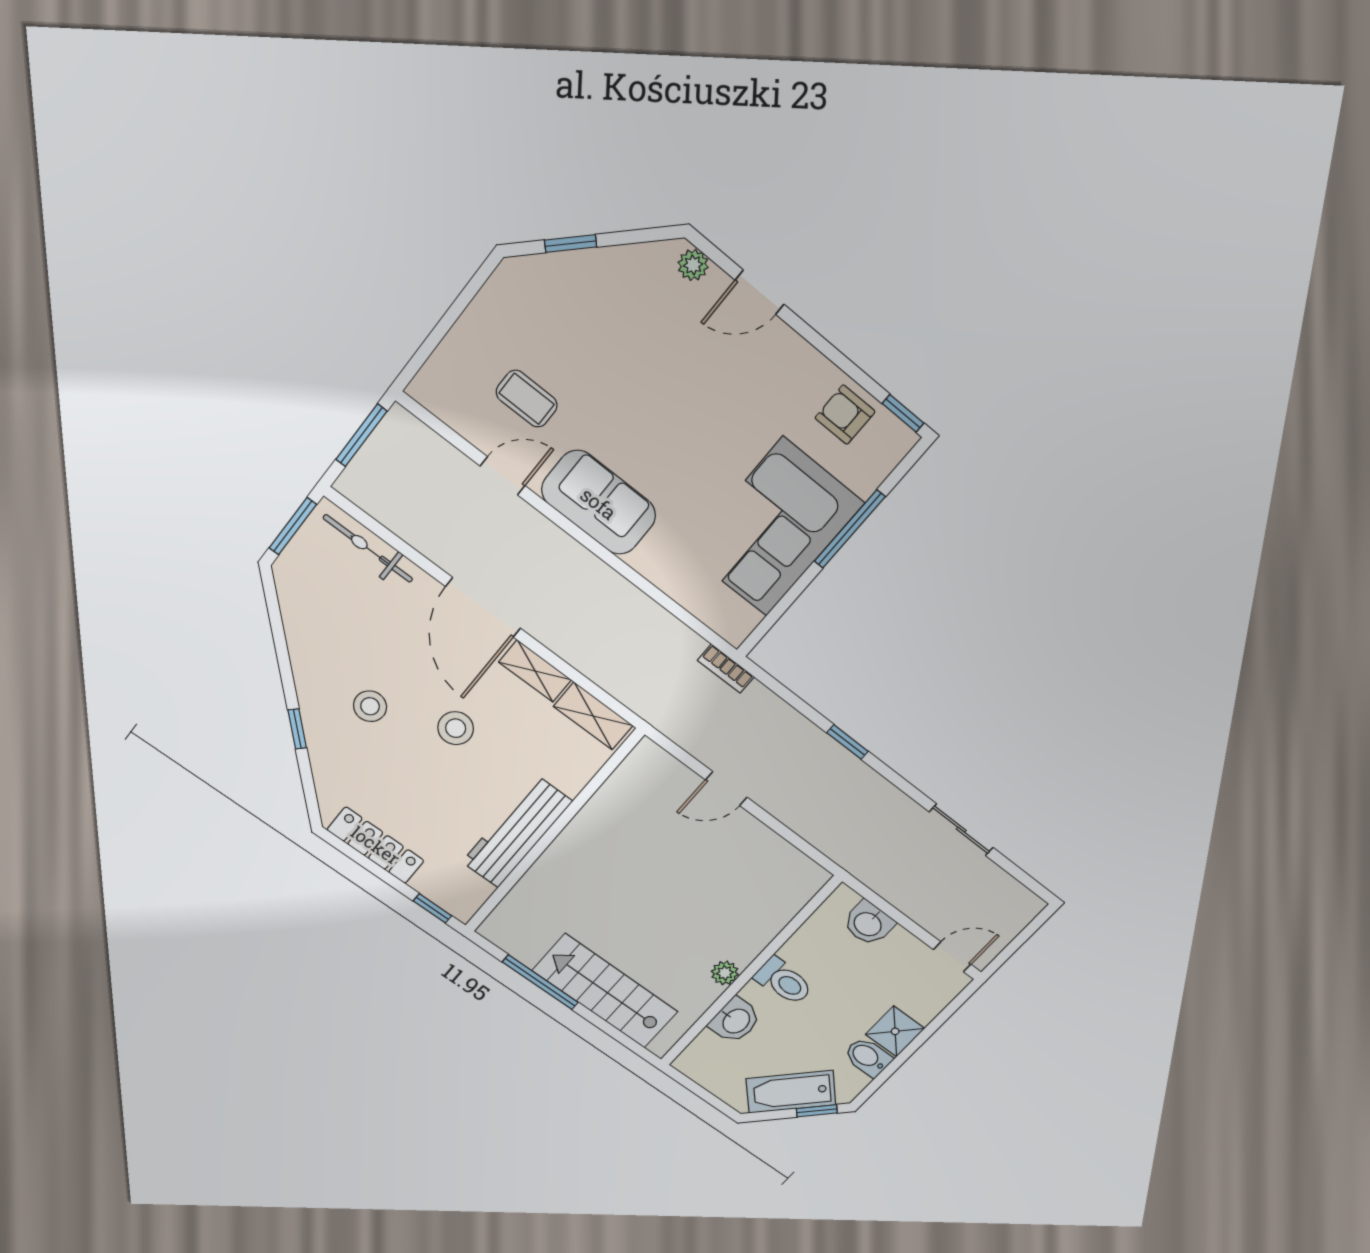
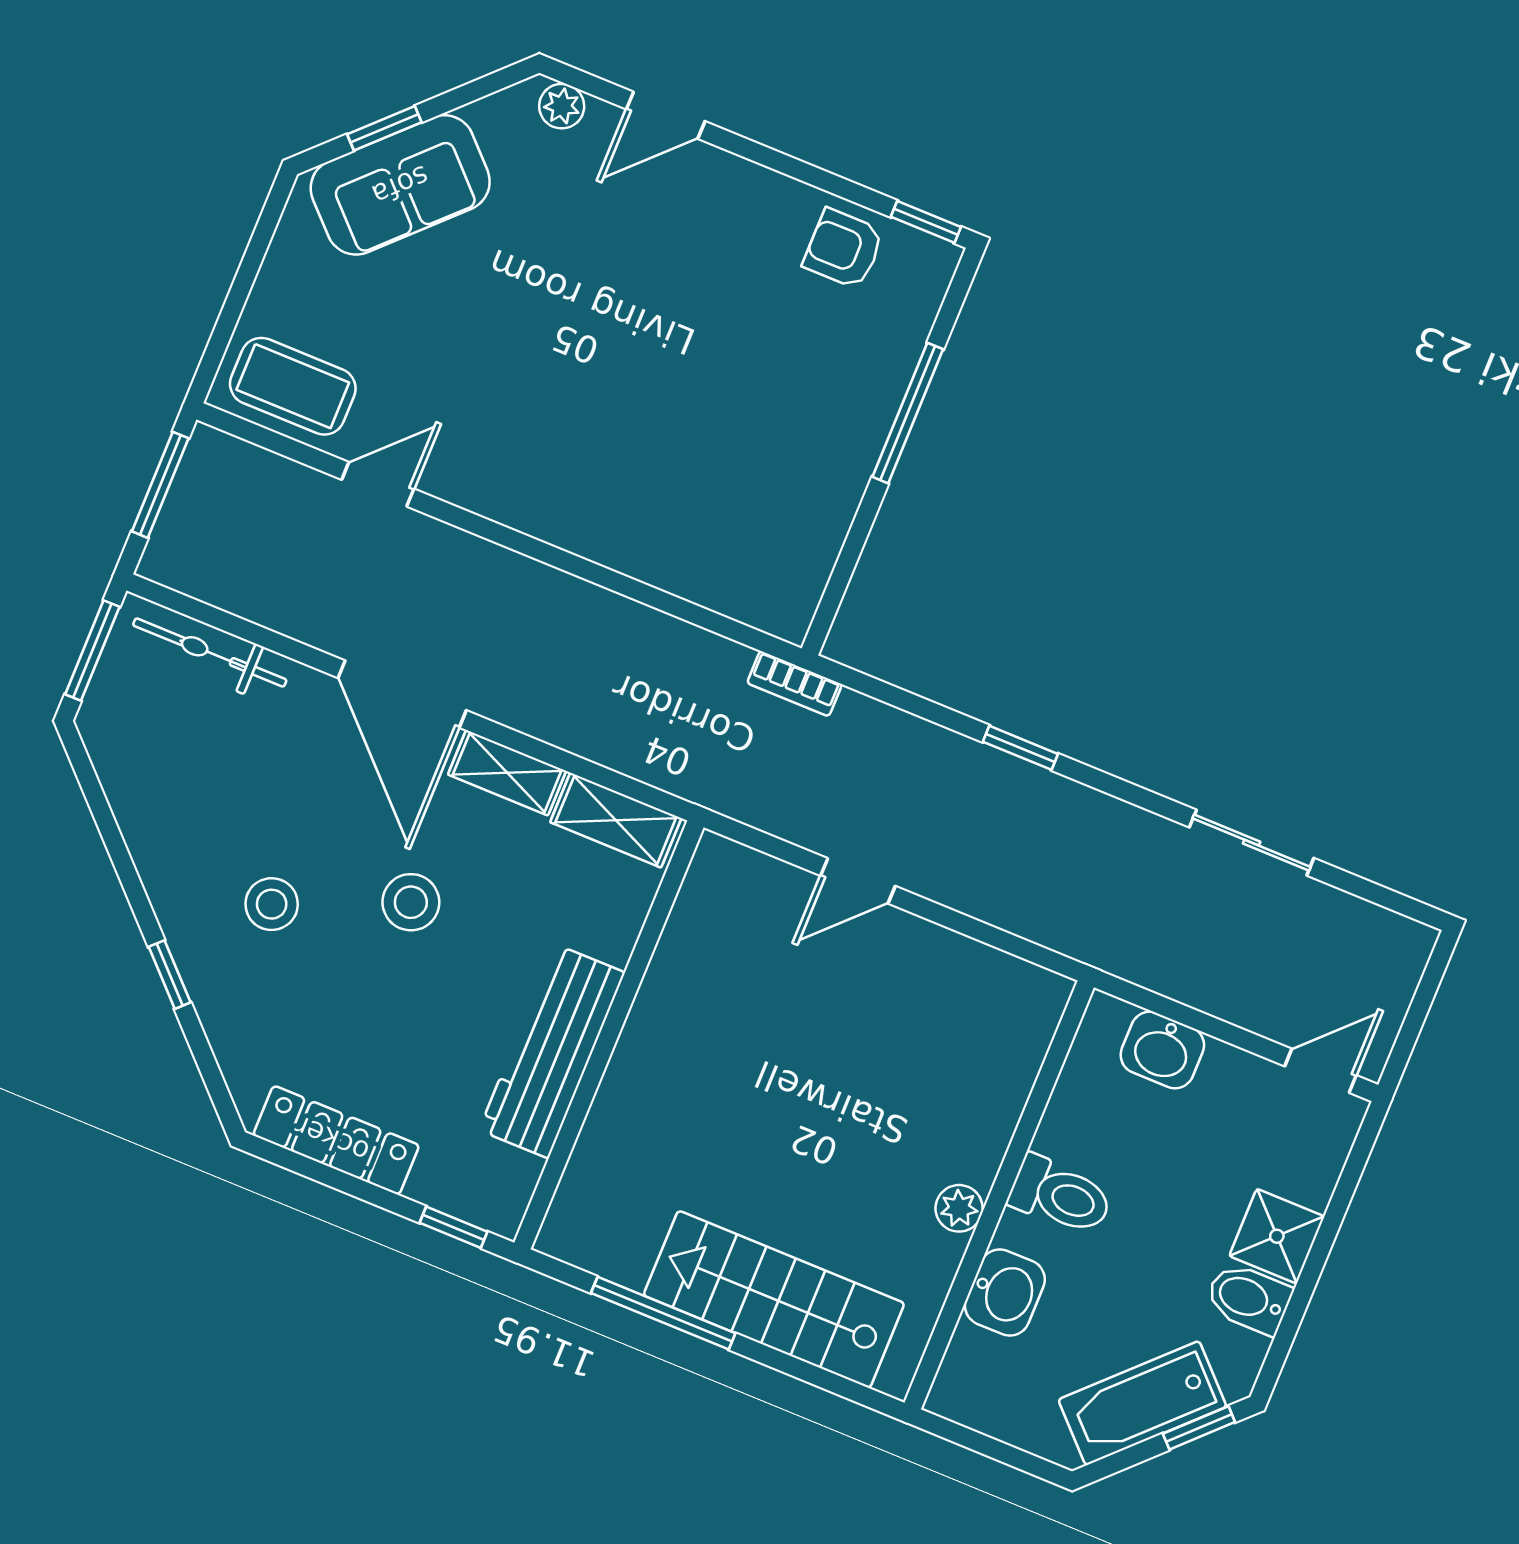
coffee table: (527, 399) -> (293, 386), moved, width x1.36, depth x1.30
sofa: (599, 503) -> (400, 185), moved, turned 135
corner sofa: (775, 527) -> (797, 443), removed

